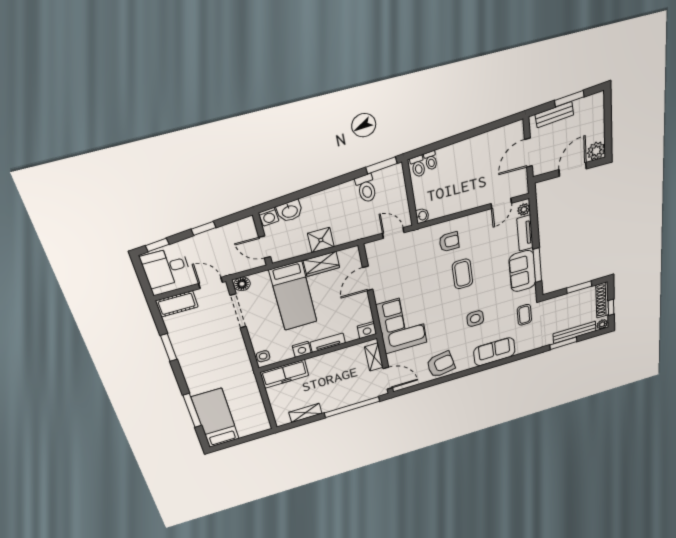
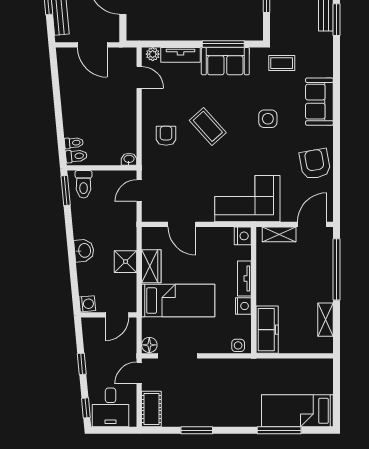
toilet: (366, 188) -> (84, 184), moved, turned 95
washbasin: (290, 211) -> (84, 250), moved
coffee table: (462, 274) -> (208, 126), turned 48

